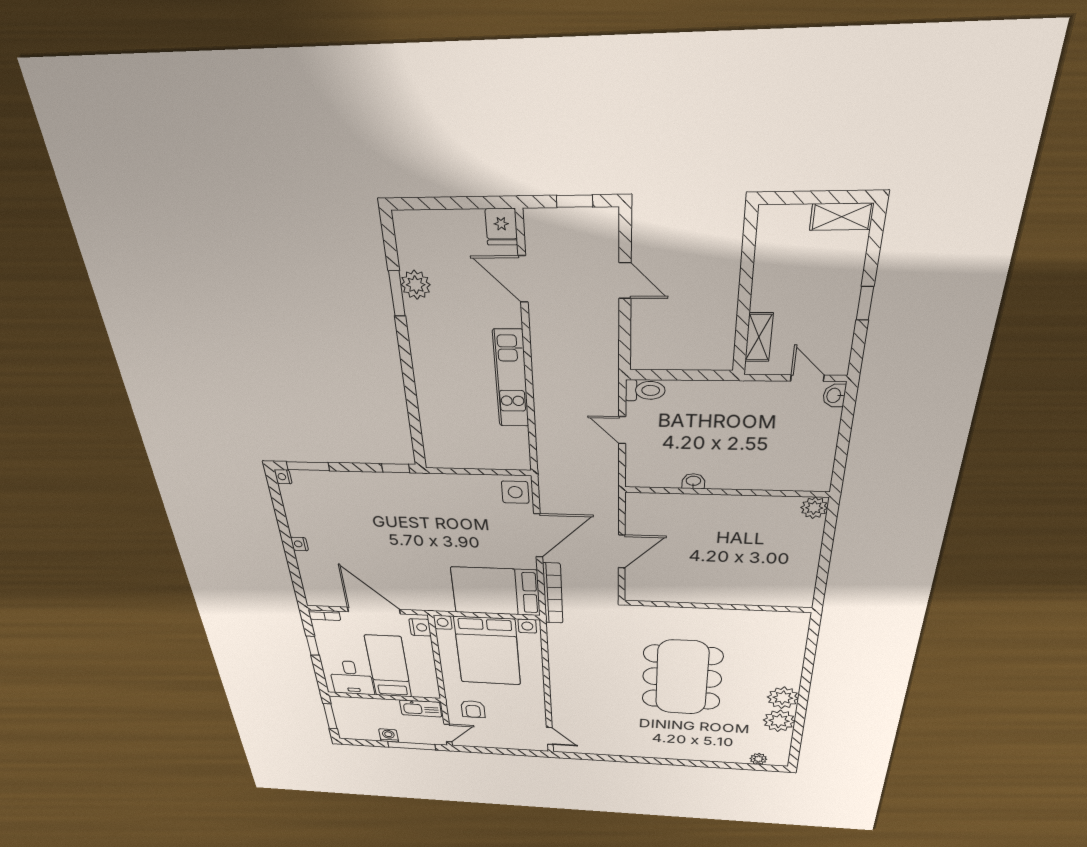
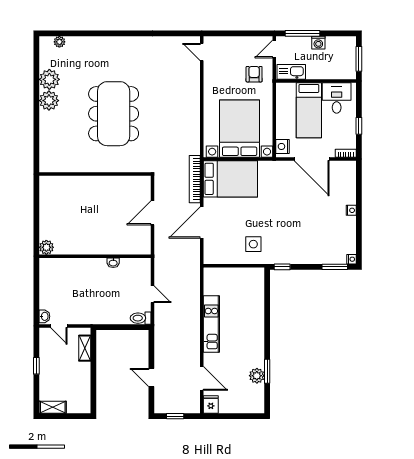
side table: (515, 492) -> (253, 244), moved

